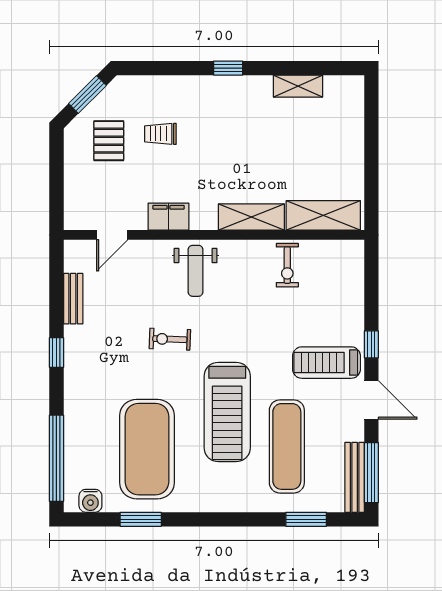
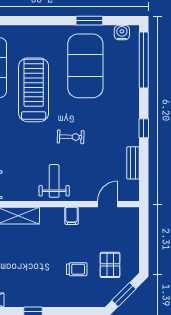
filing cabinet: (169, 217) -> (71, 216), width x0.50

